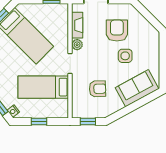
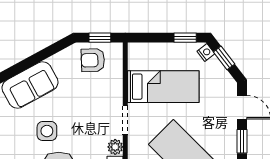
armchair: (98, 89) -> (93, 60), moved
window: (39, 122) -> (185, 38), moved

